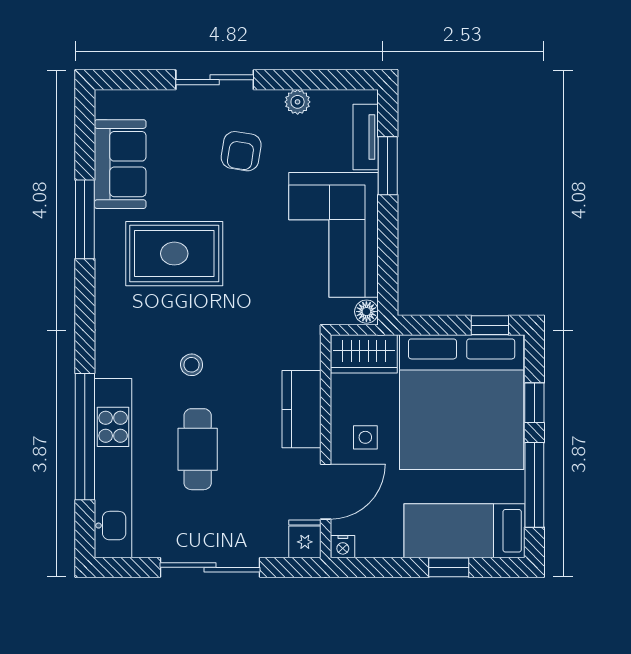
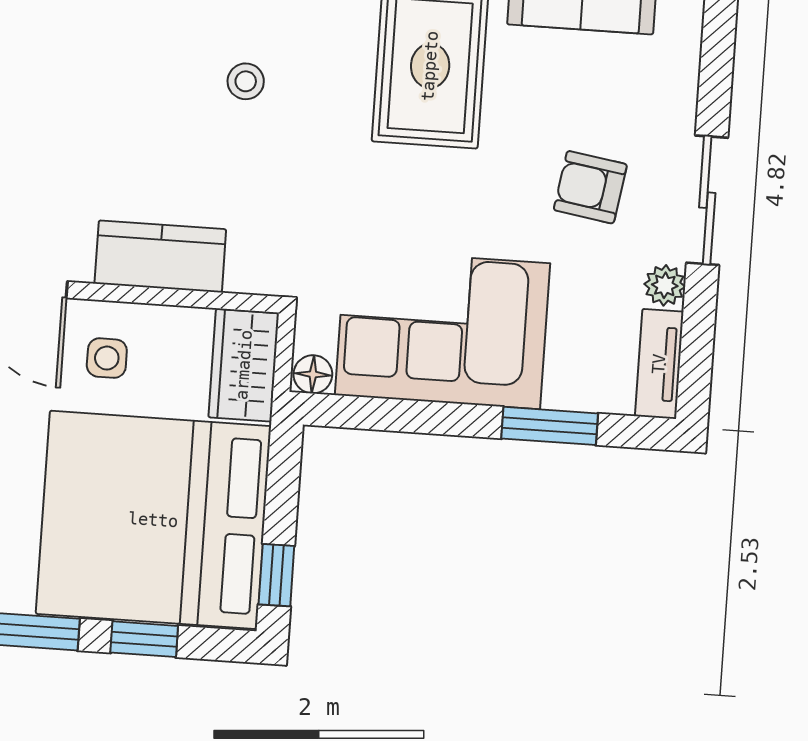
sliding door: (215, 80) -> (707, 200), moved
tv unit: (366, 137) -> (659, 364), moved, turned -90
cafe table: (198, 449) -> (107, 82), removed

